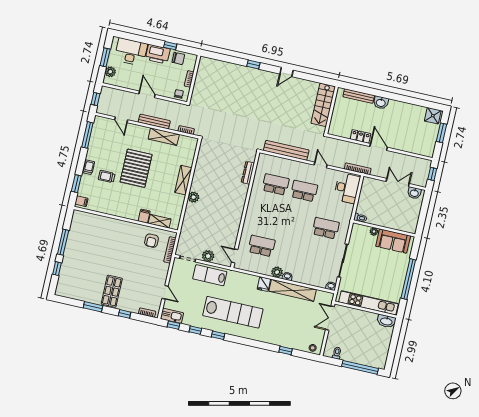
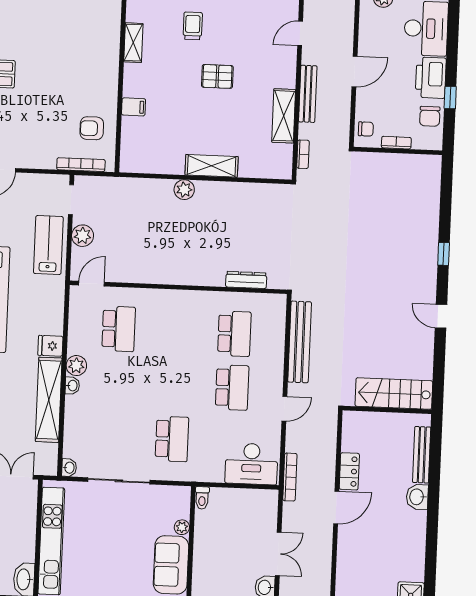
pallet: (136, 168) -> (217, 76), width x0.49, depth x0.50
shelving: (160, 221) -> (133, 43), moved

